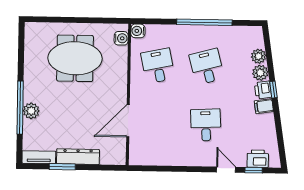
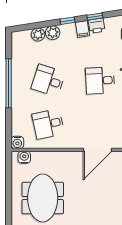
desk: (207, 67) -> (48, 80), turned 33
printer: (263, 90) -> (97, 26), moved
window: (278, 120) -> (95, 16), added
door: (128, 121) -> (98, 150), hinge flipped

